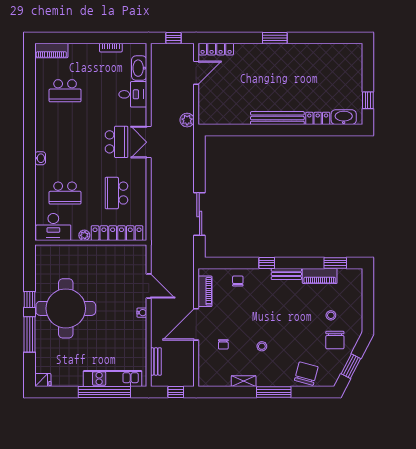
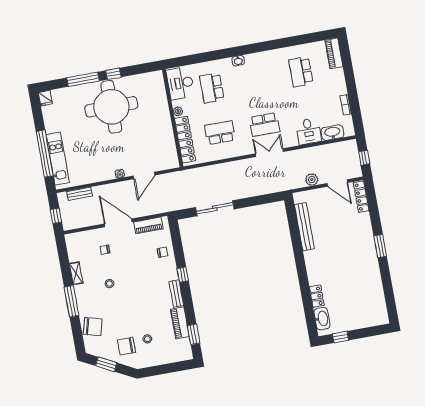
bench: (277, 118) -> (304, 227), moved
plant: (187, 120) -> (312, 180), moved

